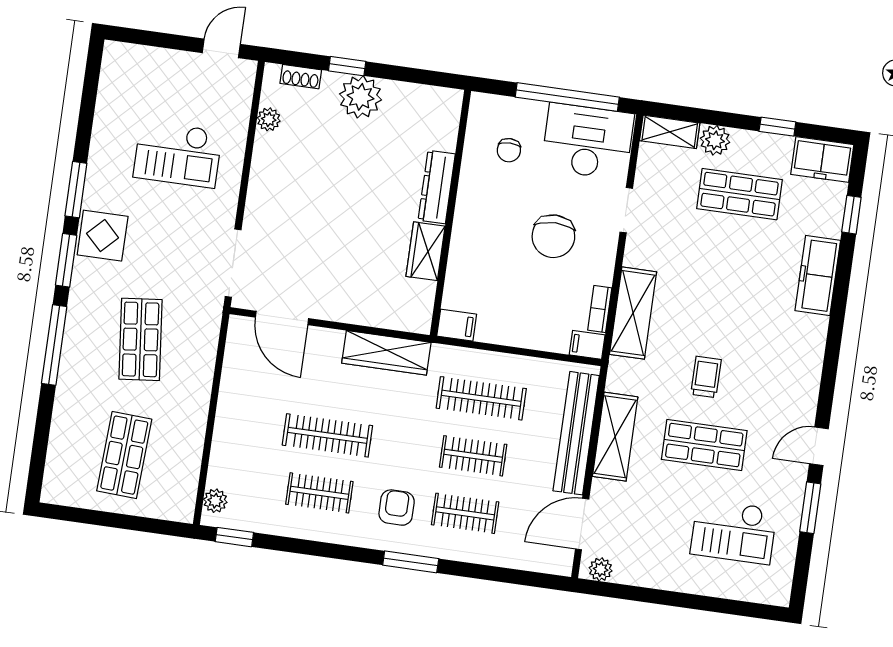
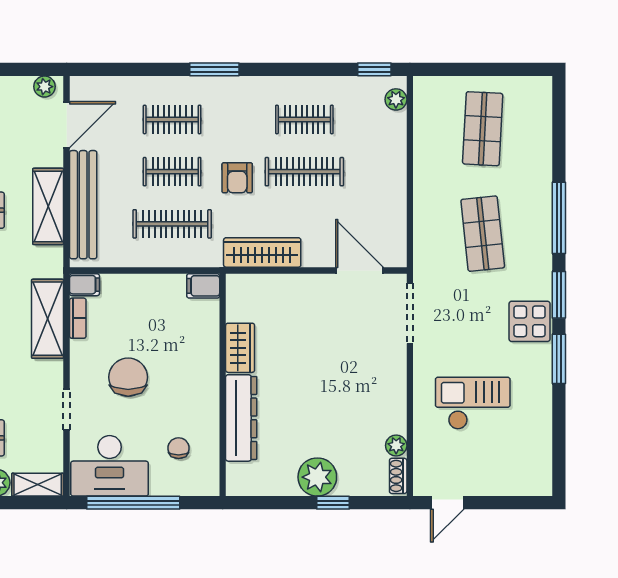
shoe rack: (301, 77) -> (398, 476), moved, turned -90
dresser: (437, 187) -> (241, 418), width x1.37, depth x1.24
armchair: (397, 508) -> (237, 178), moved

